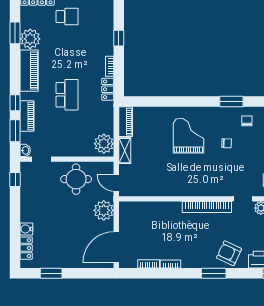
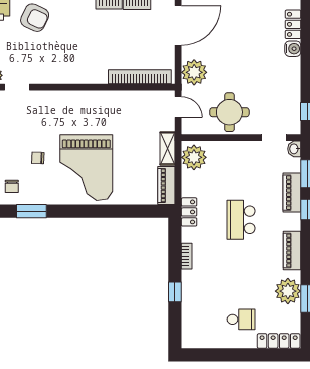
school desk: (67, 17) -> (241, 319), turned 180
piano: (29, 71) -> (292, 251), width x0.73, depth x0.75
locker: (108, 89) -> (189, 212), moved
grand piano: (188, 136) -> (86, 168), width x1.37, depth x1.48
bookcase: (207, 207) -> (140, 77), moved

